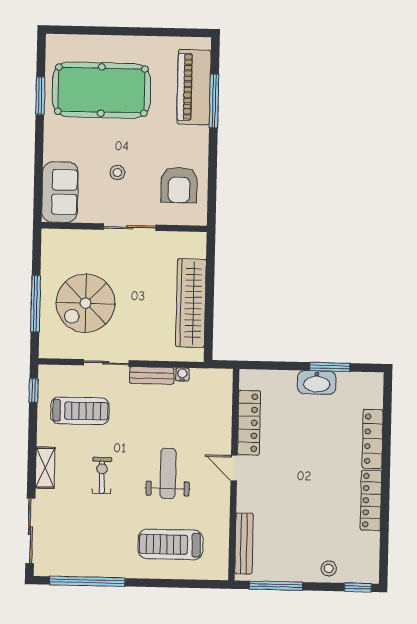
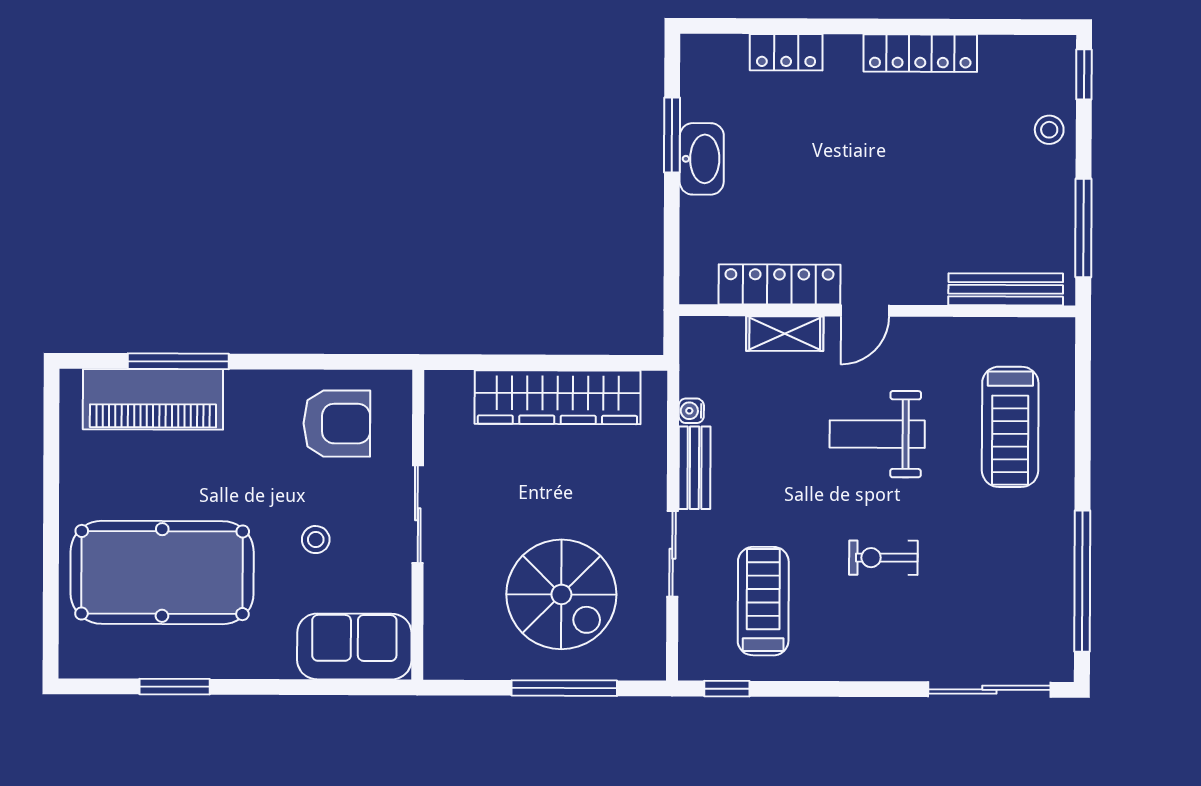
pool table: (101, 90) -> (162, 572), turned 90
locker: (373, 439) -> (786, 52), width x0.66
shelving: (45, 468) -> (785, 334), moved

